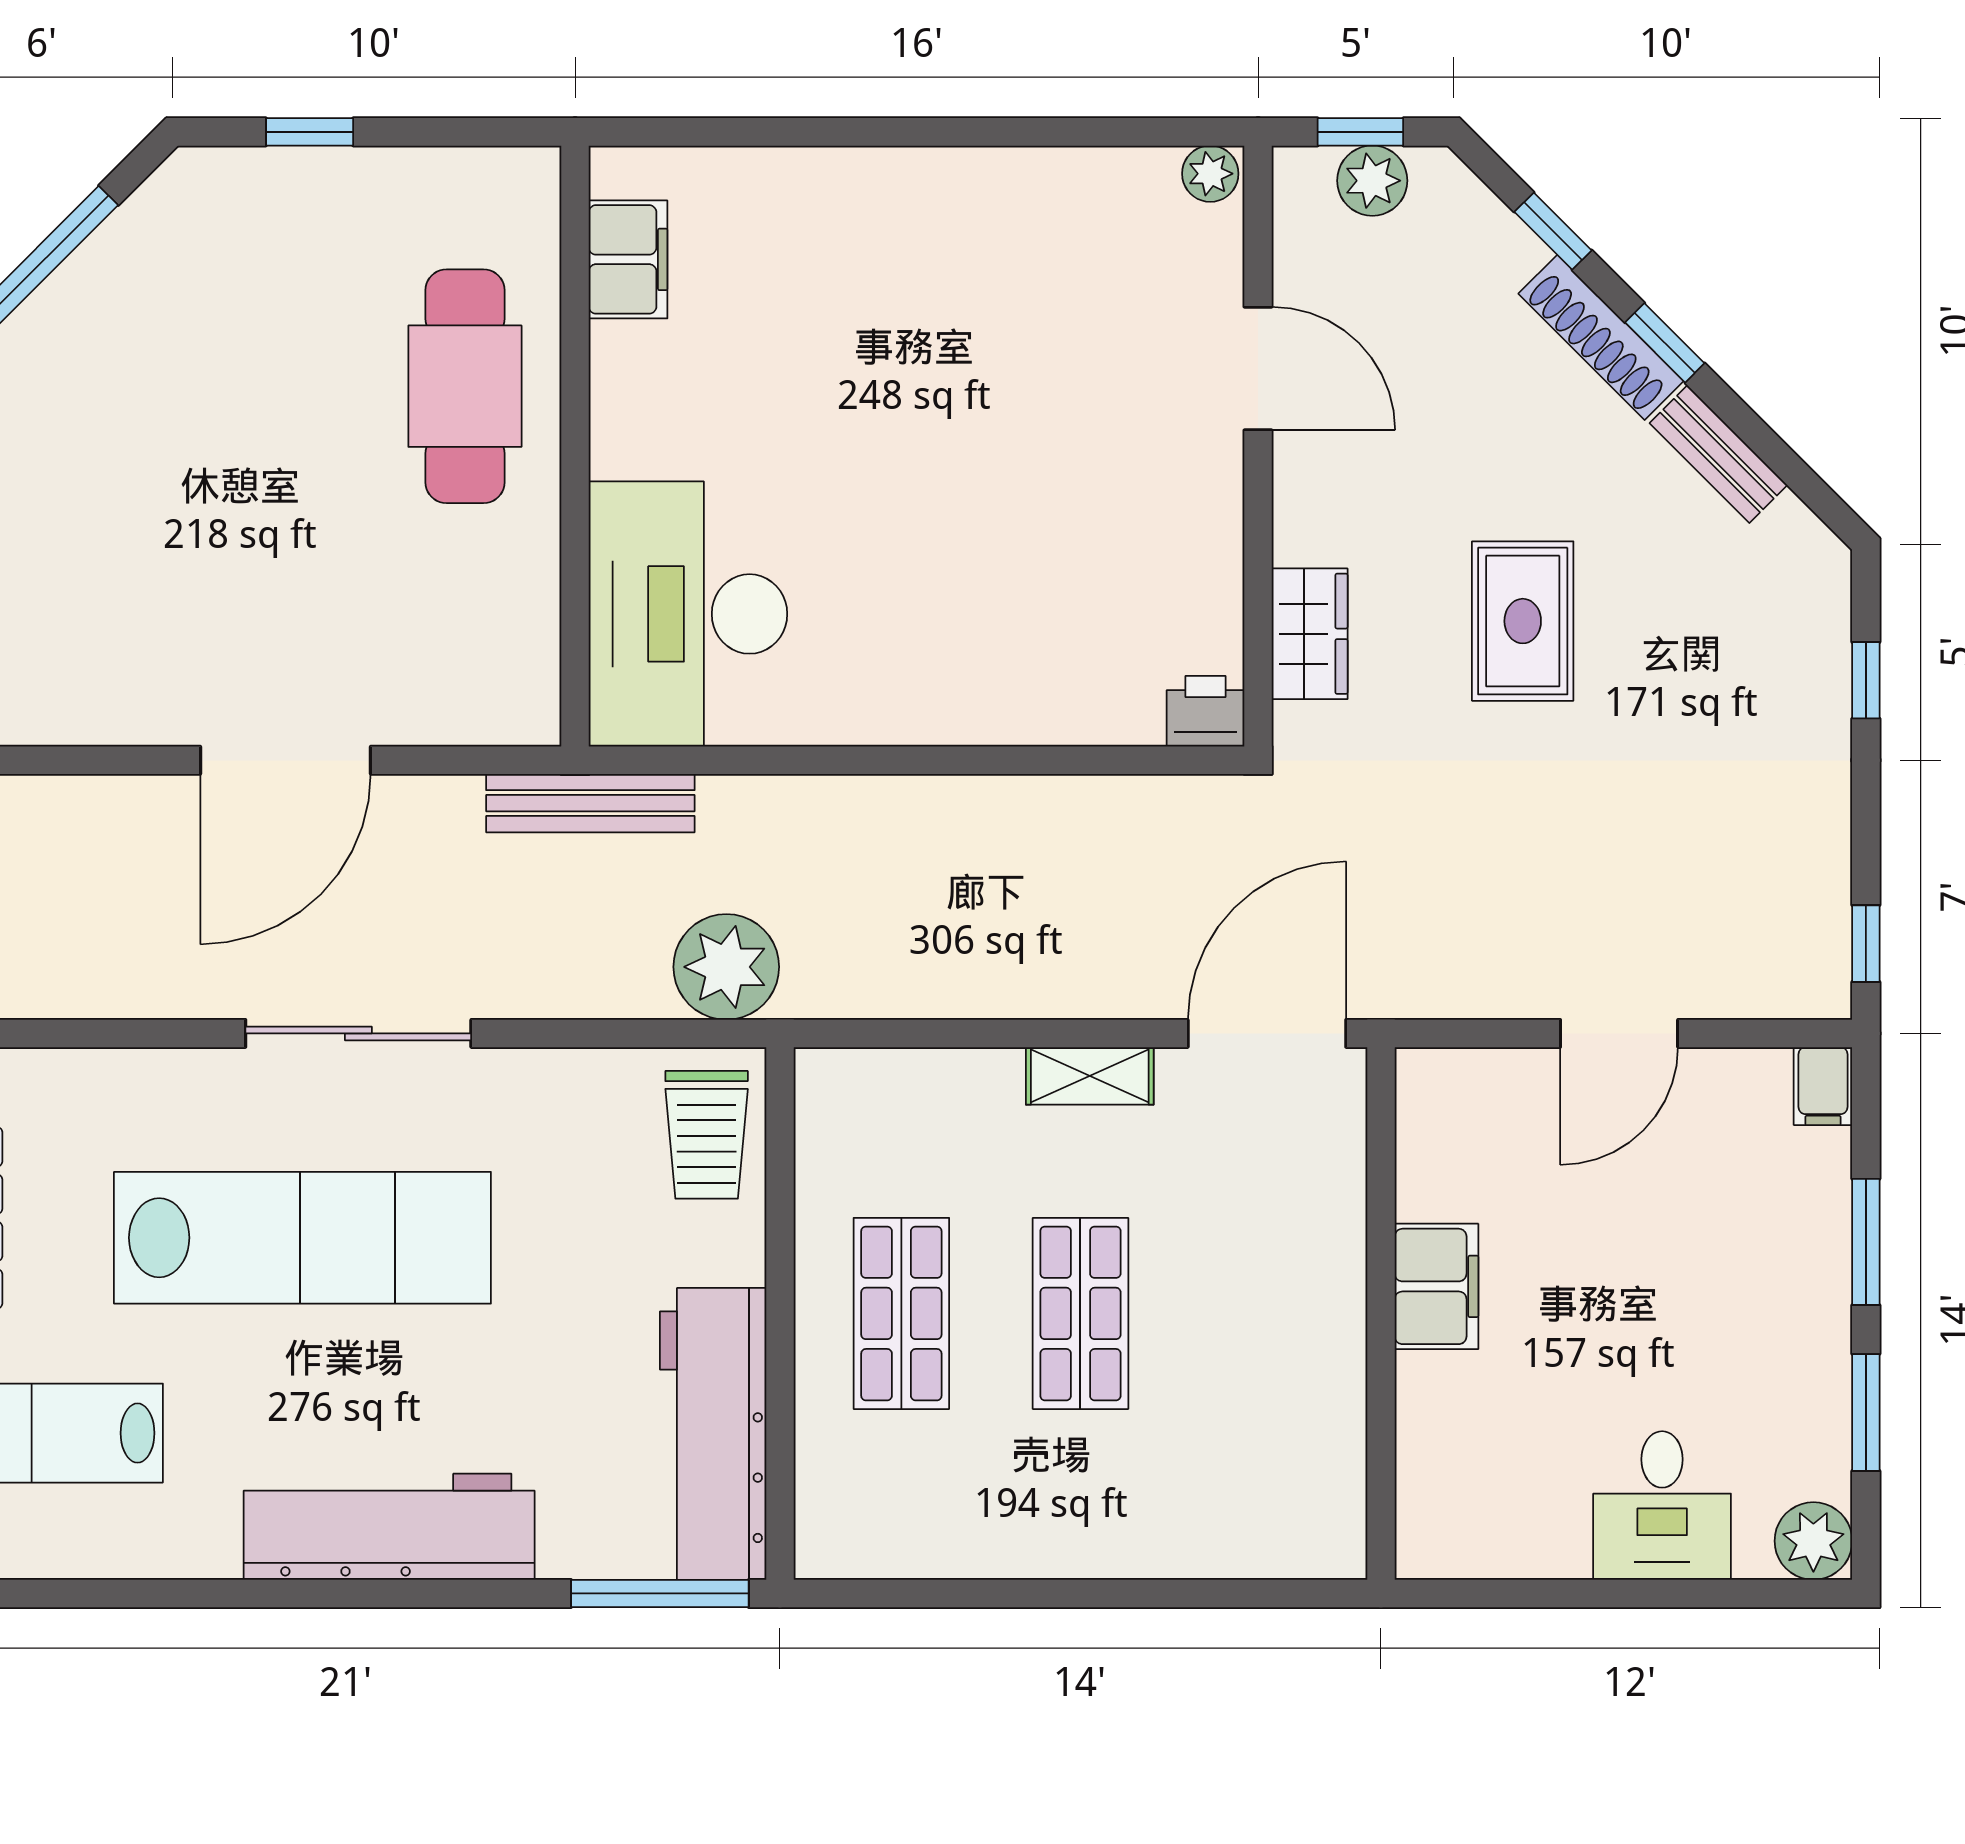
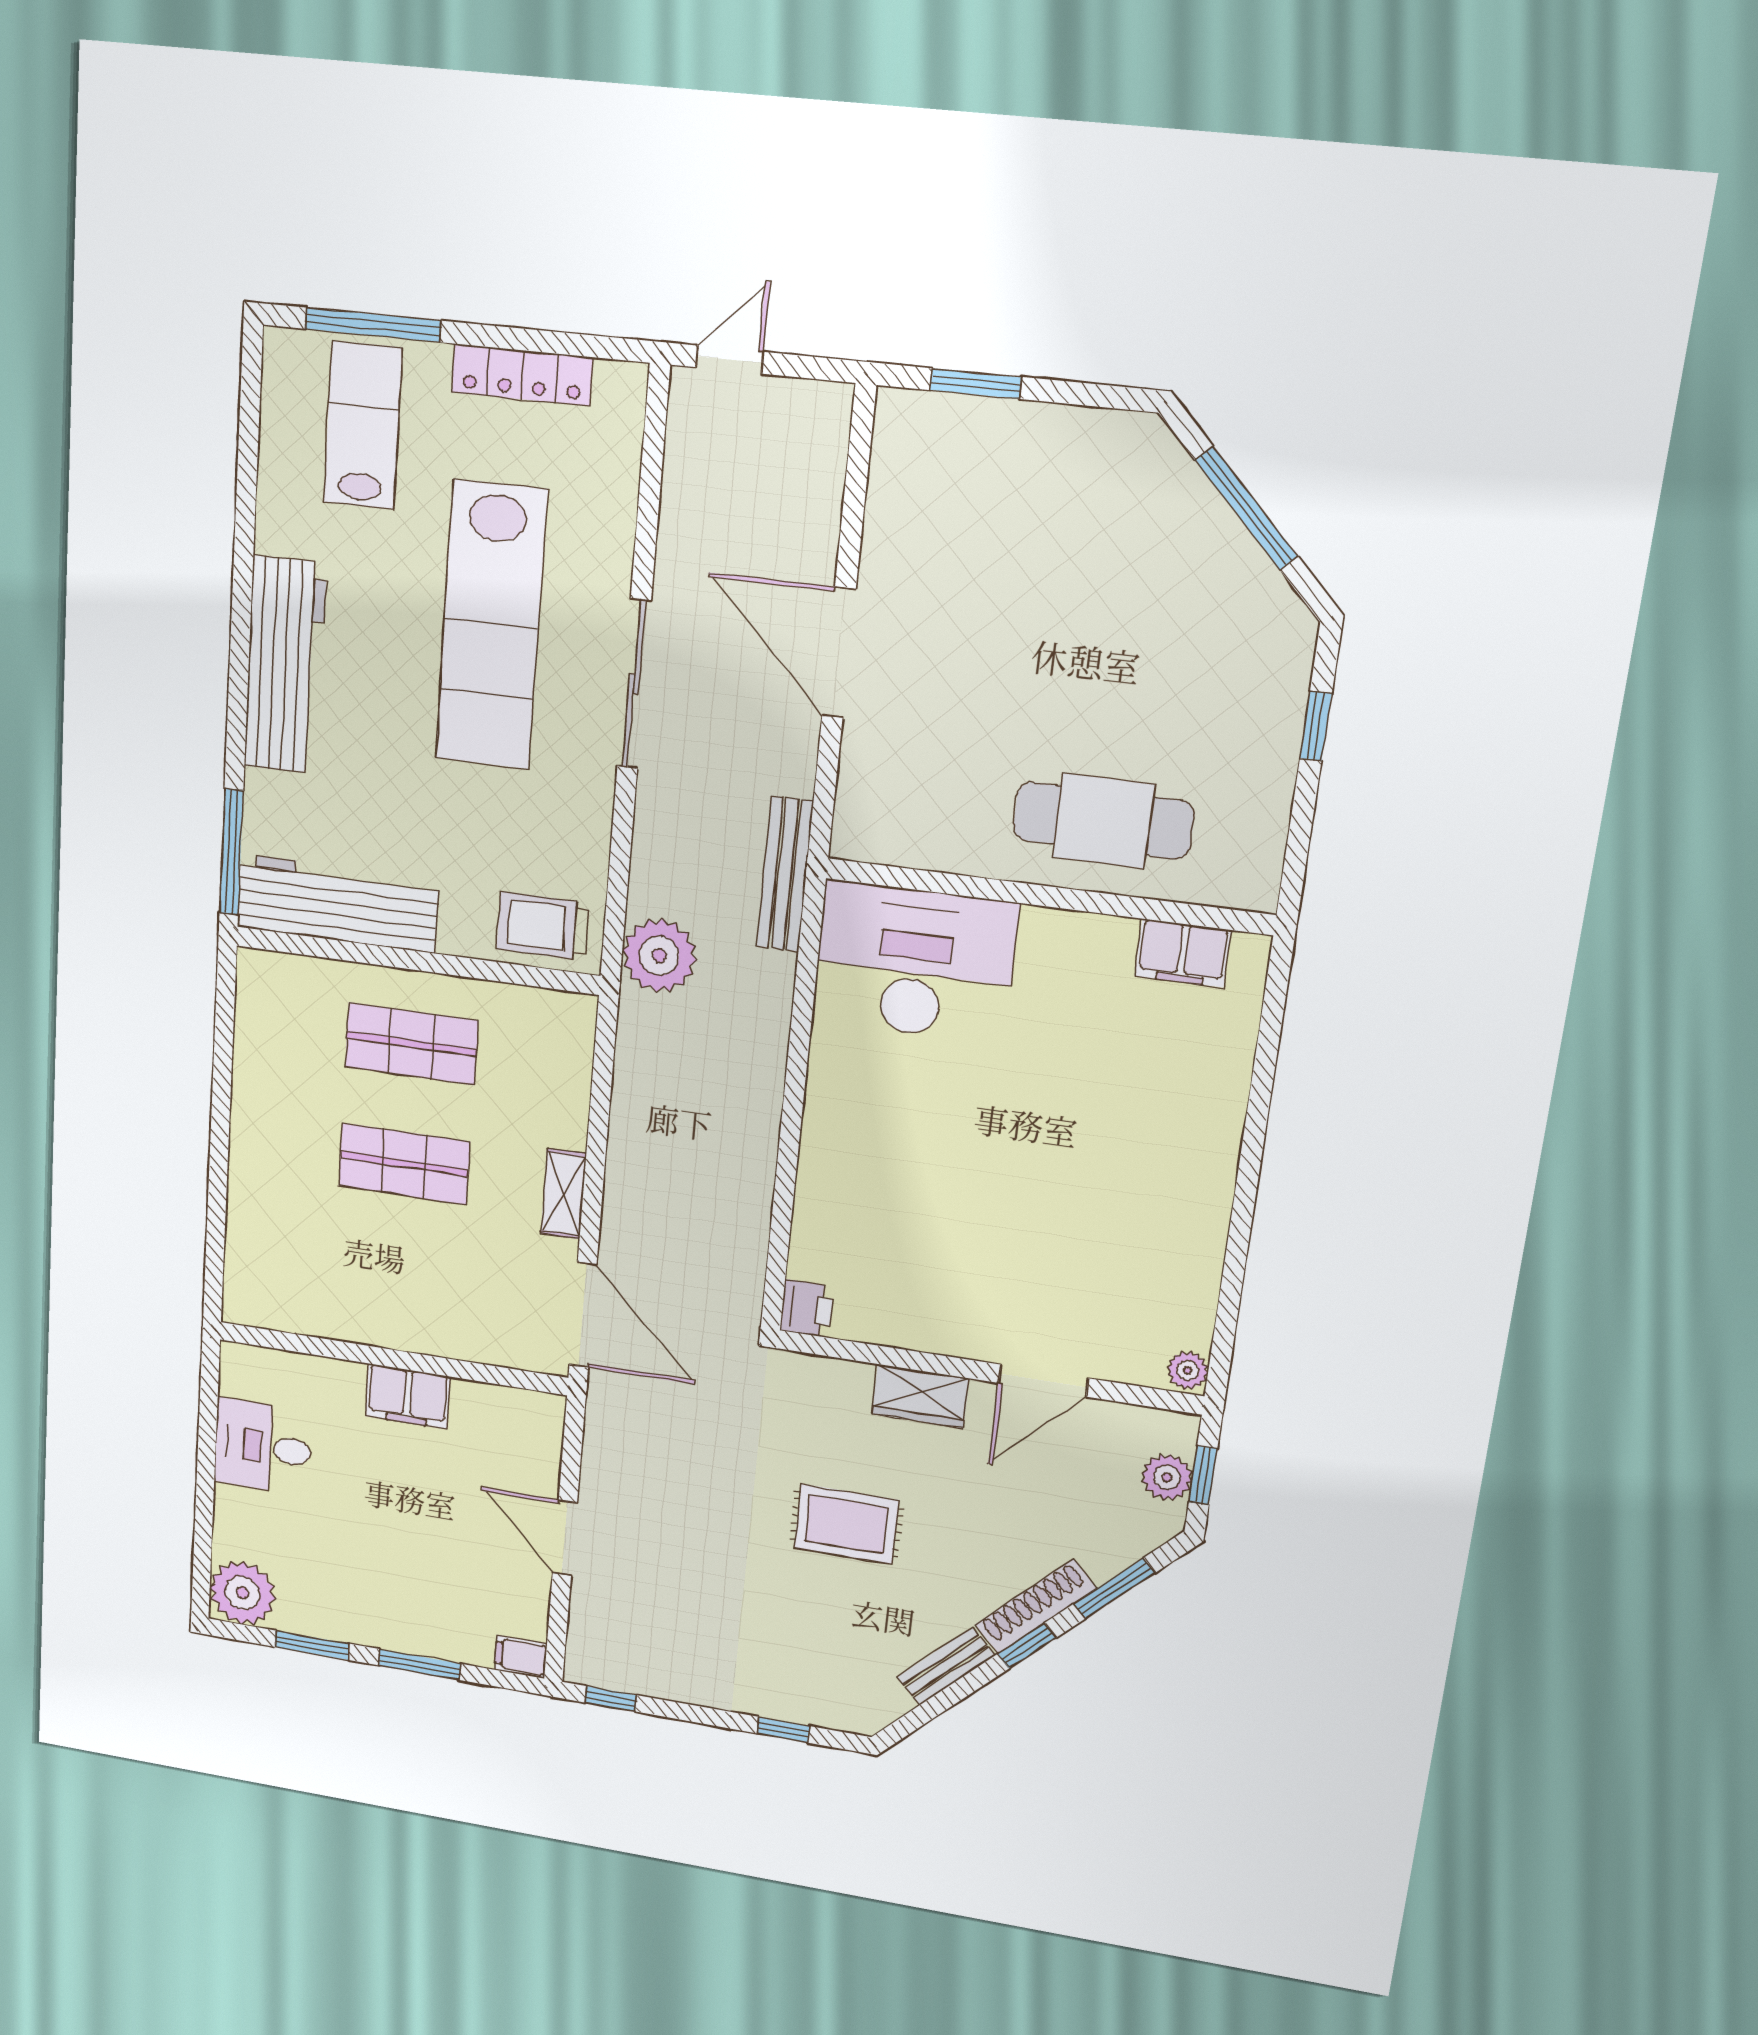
window: (1553, 231) -> (1114, 1588), width x1.50
wardrobe: (1310, 634) -> (920, 1396), moved
desk: (1662, 1505) -> (263, 1447), moved
plant: (1813, 1541) -> (243, 1593), width x1.36, depth x1.36

